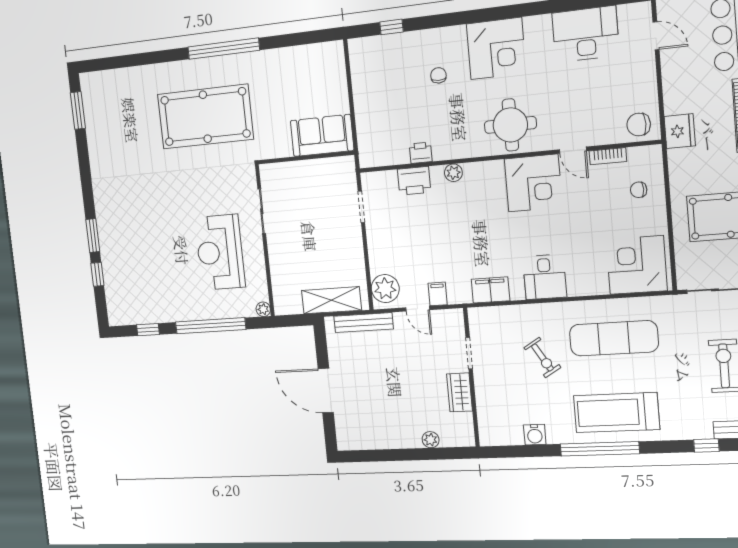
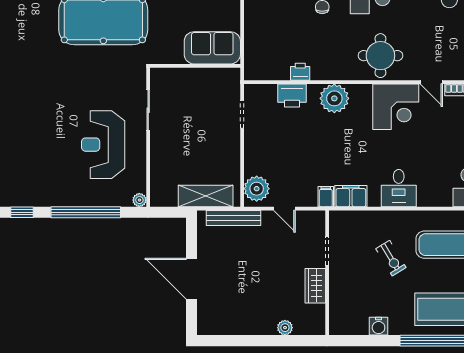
plant: (453, 173) -> (334, 98), width x1.87, depth x1.87
filing cabinet: (438, 294) -> (326, 197), moved

